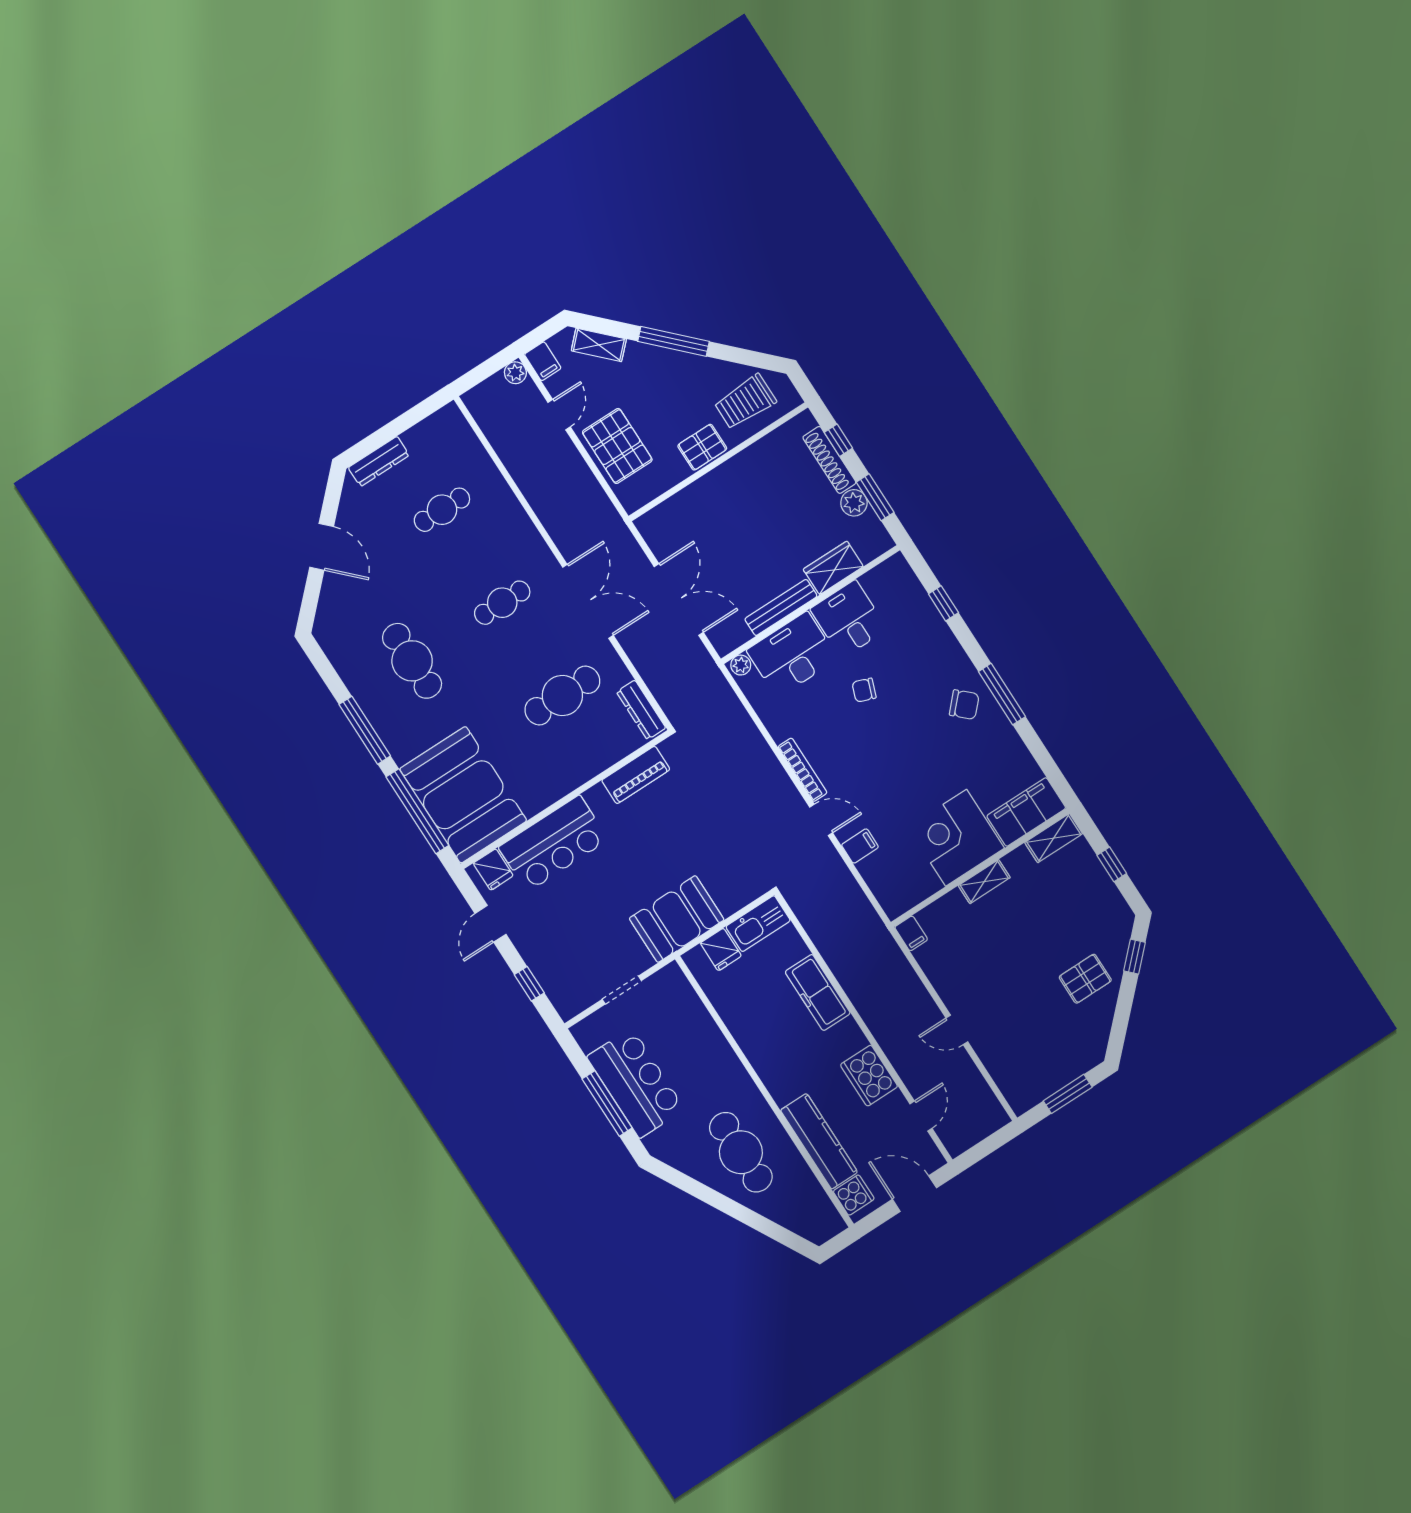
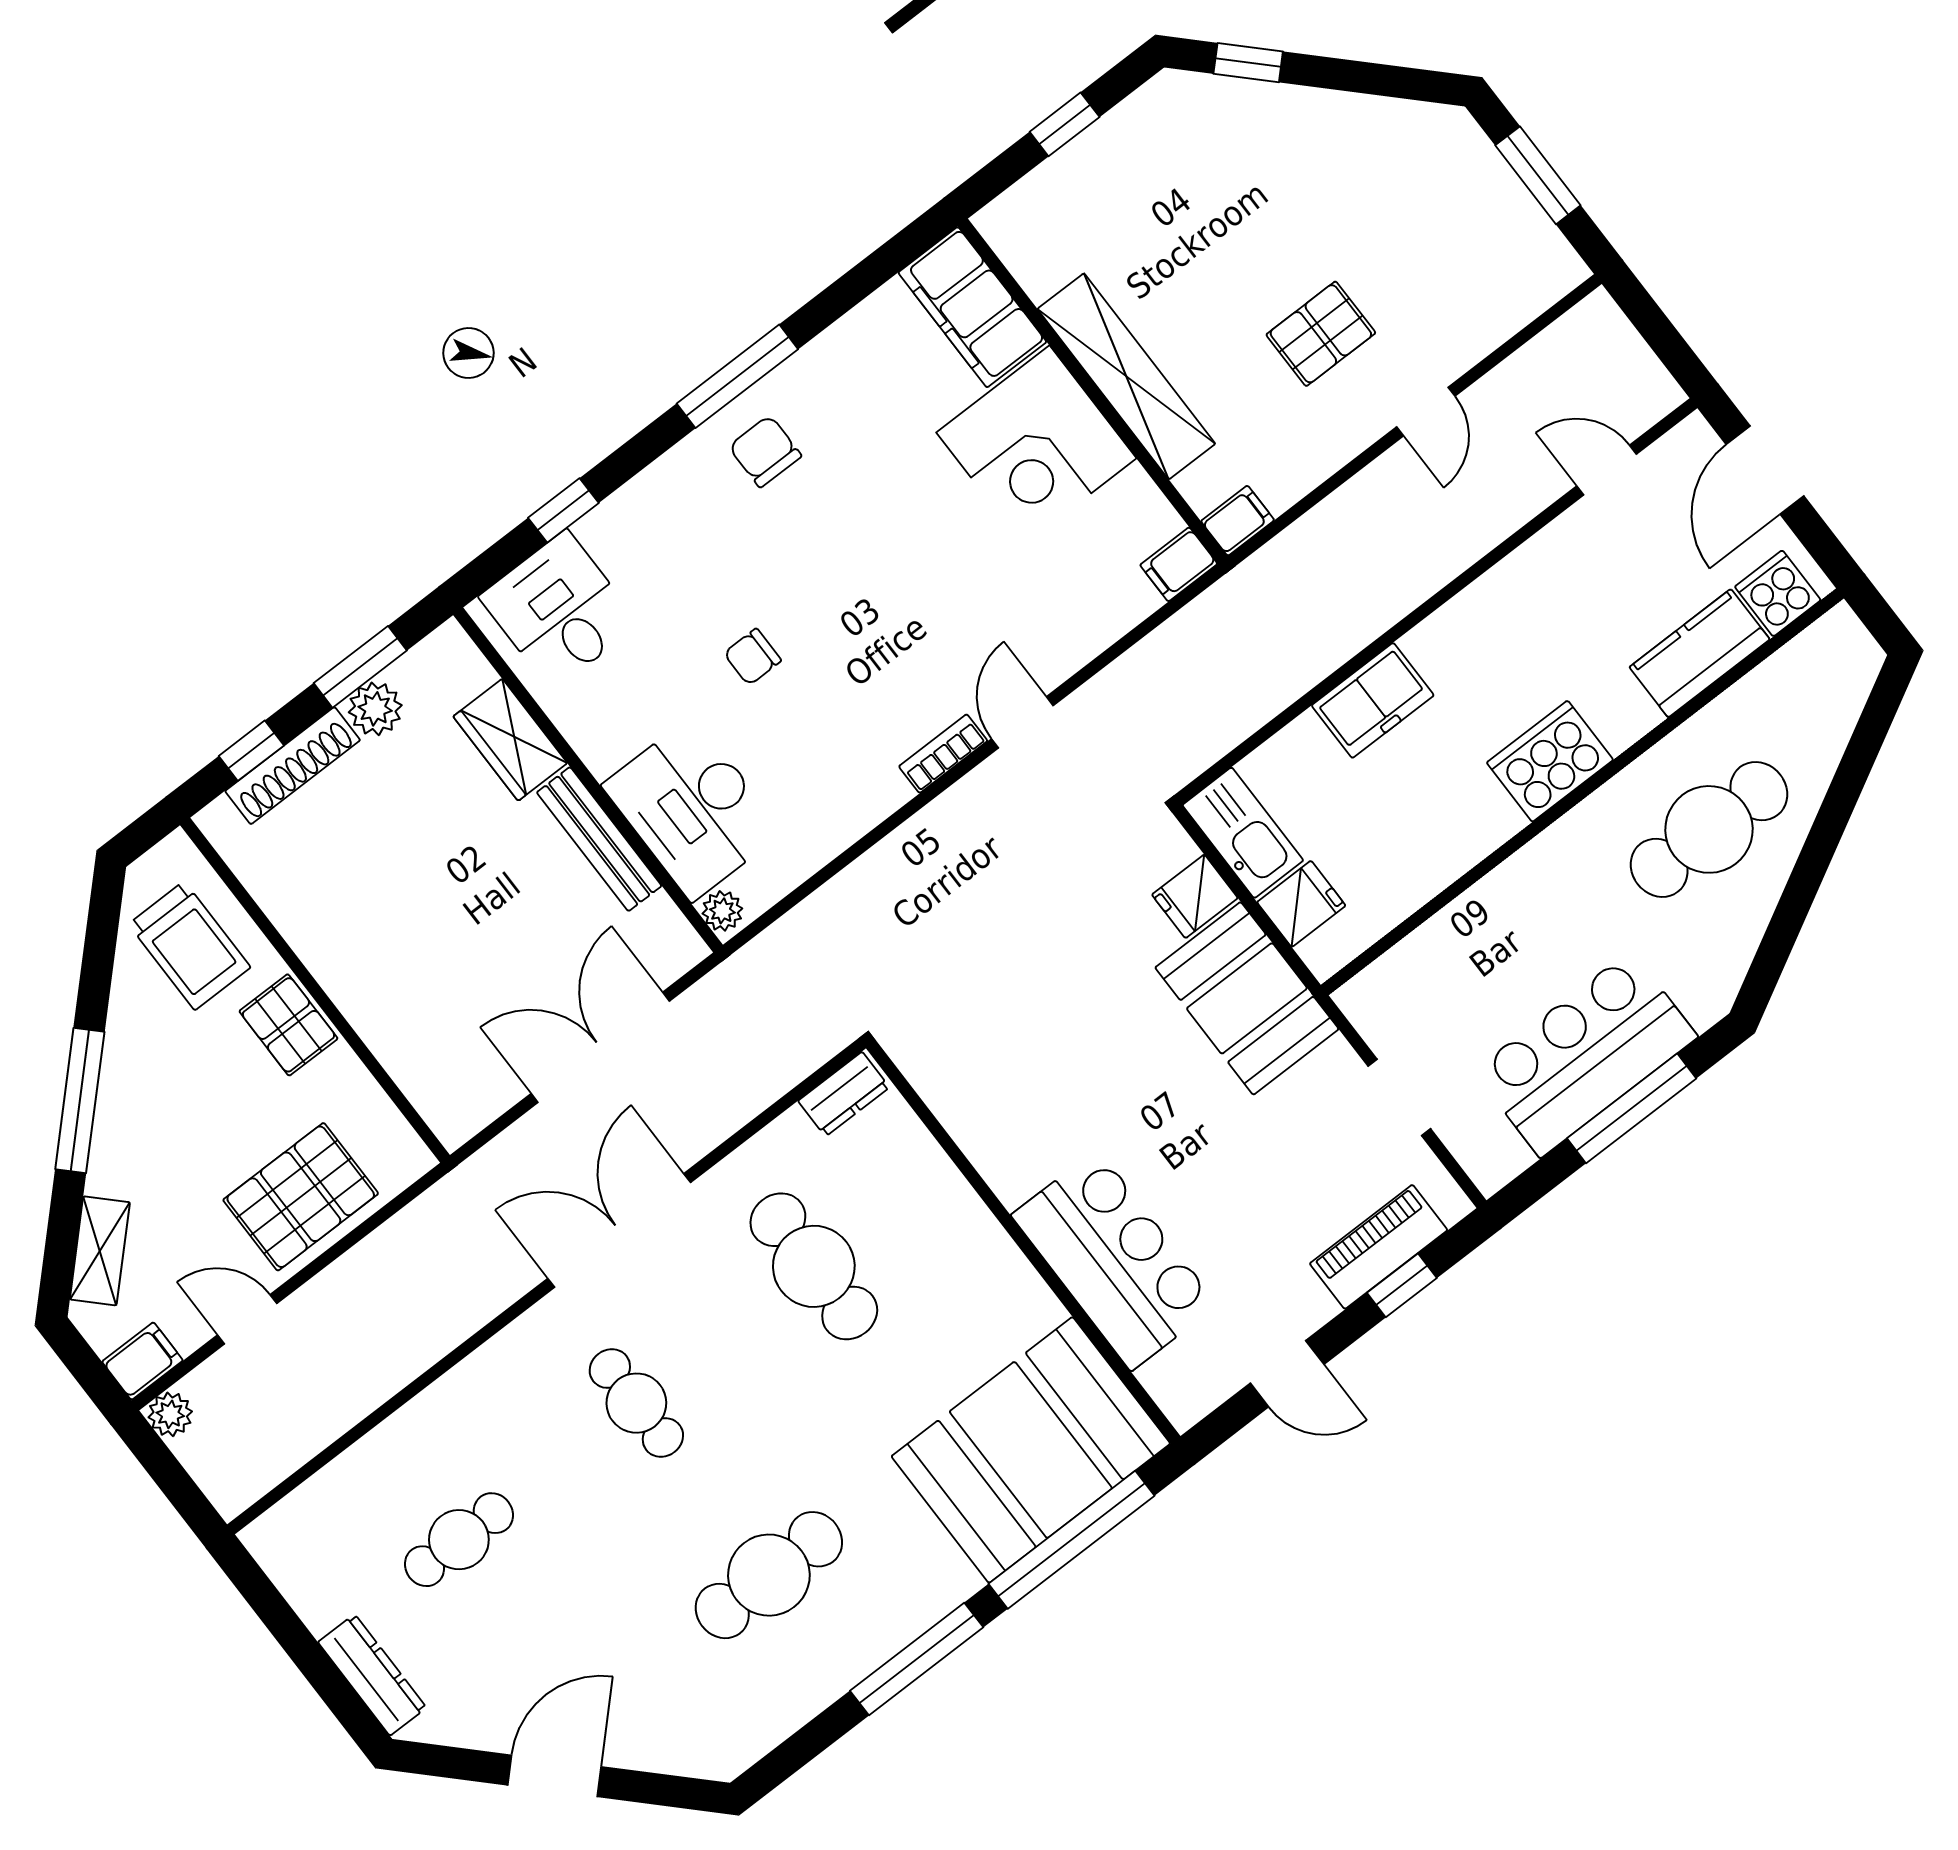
cafe table: (442, 510) -> (459, 1540), turned 90
desk: (849, 619) -> (559, 610), moved, turned 90
chair: (864, 690) -> (752, 657), turned 70
chair: (964, 705) -> (765, 451), turned -43
dresser: (641, 710) -> (844, 1094), width x0.70
bookcase: (803, 770) -> (943, 754), width x0.64
piano: (636, 775) -> (1379, 1247), moved, turned -90
shelving: (1054, 838) -> (1021, 247), removed
filing cabinet: (860, 846) -> (1179, 564), moved, turned -90
fridge: (493, 870) -> (1195, 896), moved, turned 180
shelving: (984, 882) -> (1126, 376), width x2.20, depth x1.33
pallet: (1085, 979) -> (1321, 334), moved, turned 90
freezer: (818, 993) -> (1373, 700), width x0.71
cooker: (869, 1076) -> (1550, 761), moved, turned 180
kitchen counter: (819, 1141) -> (1700, 653), width x0.67

